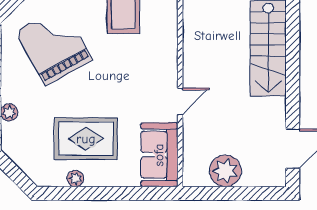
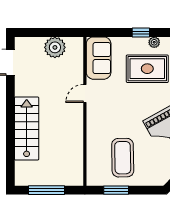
window: (96, 193) -> (141, 33), added

